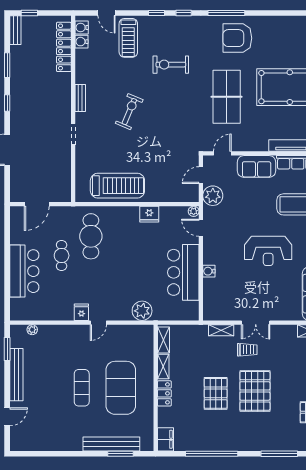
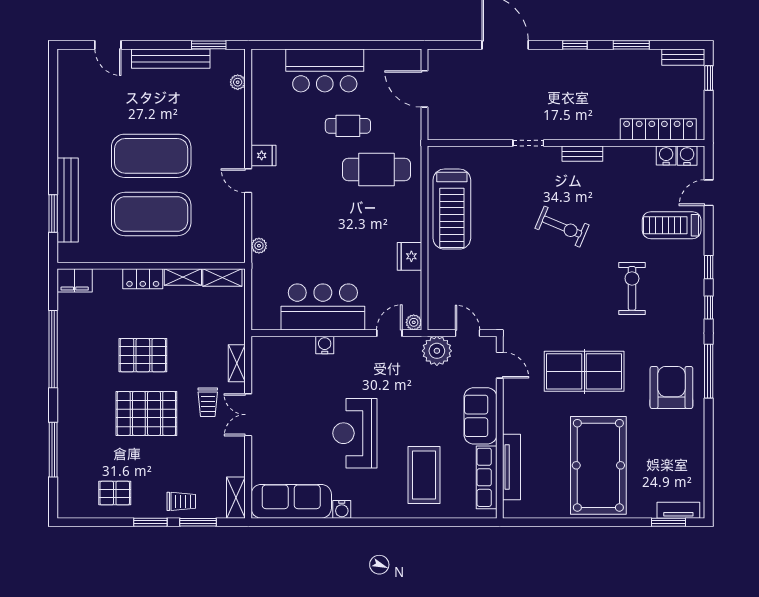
plant: (142, 311) -> (259, 246), width x0.53, depth x0.53
exercise mat: (82, 388) -> (151, 156), width x2.00, depth x1.45

